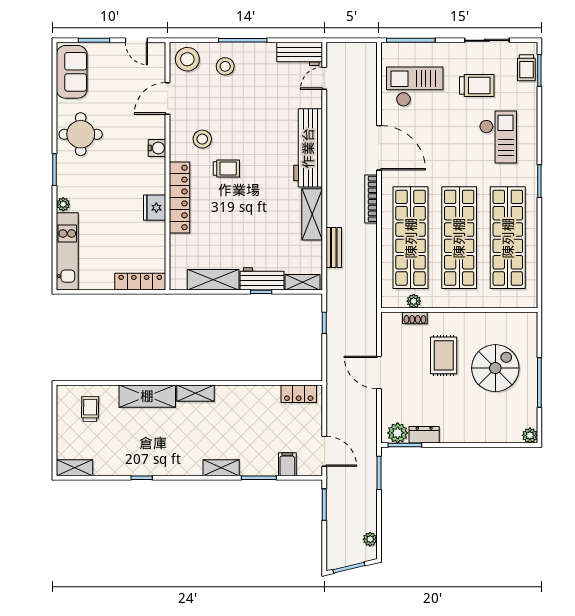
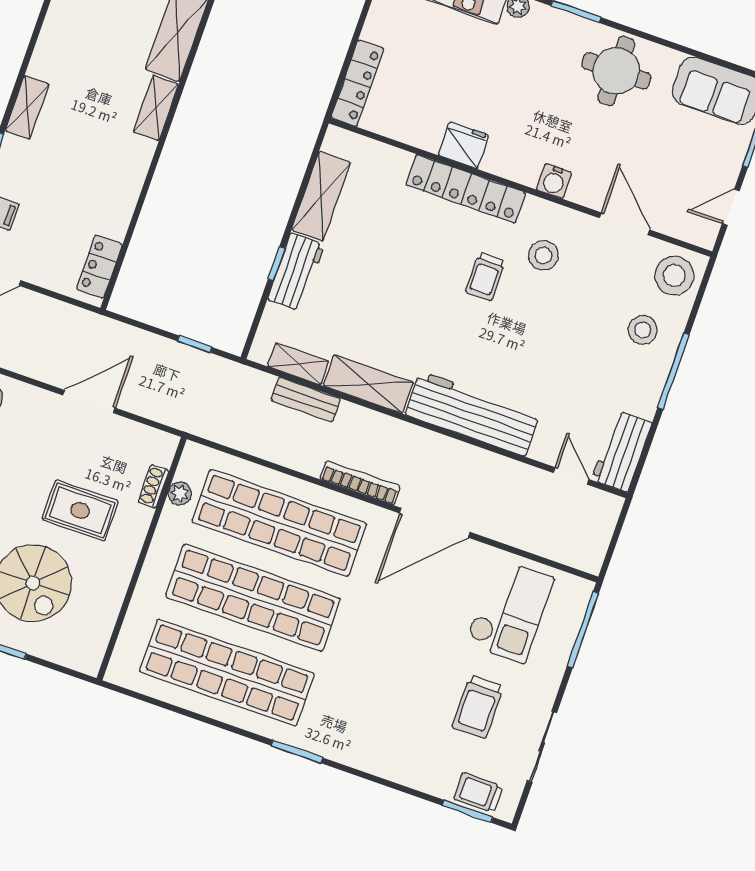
checkout: (498, 137) -> (387, 712), removed
shelving: (303, 282) -> (298, 364), moved, turned 90

